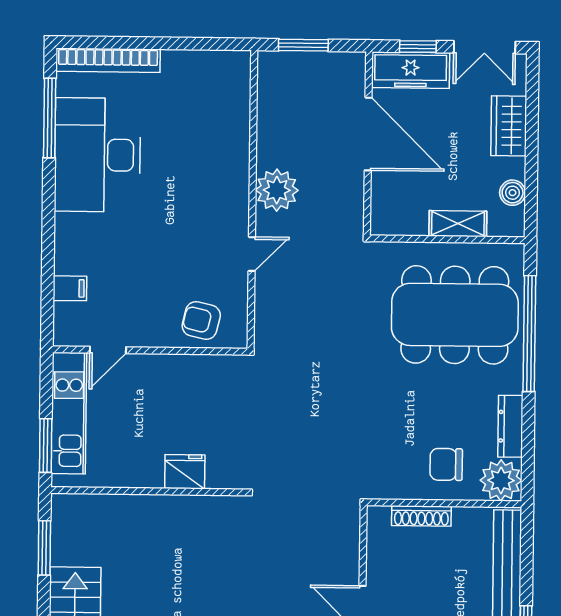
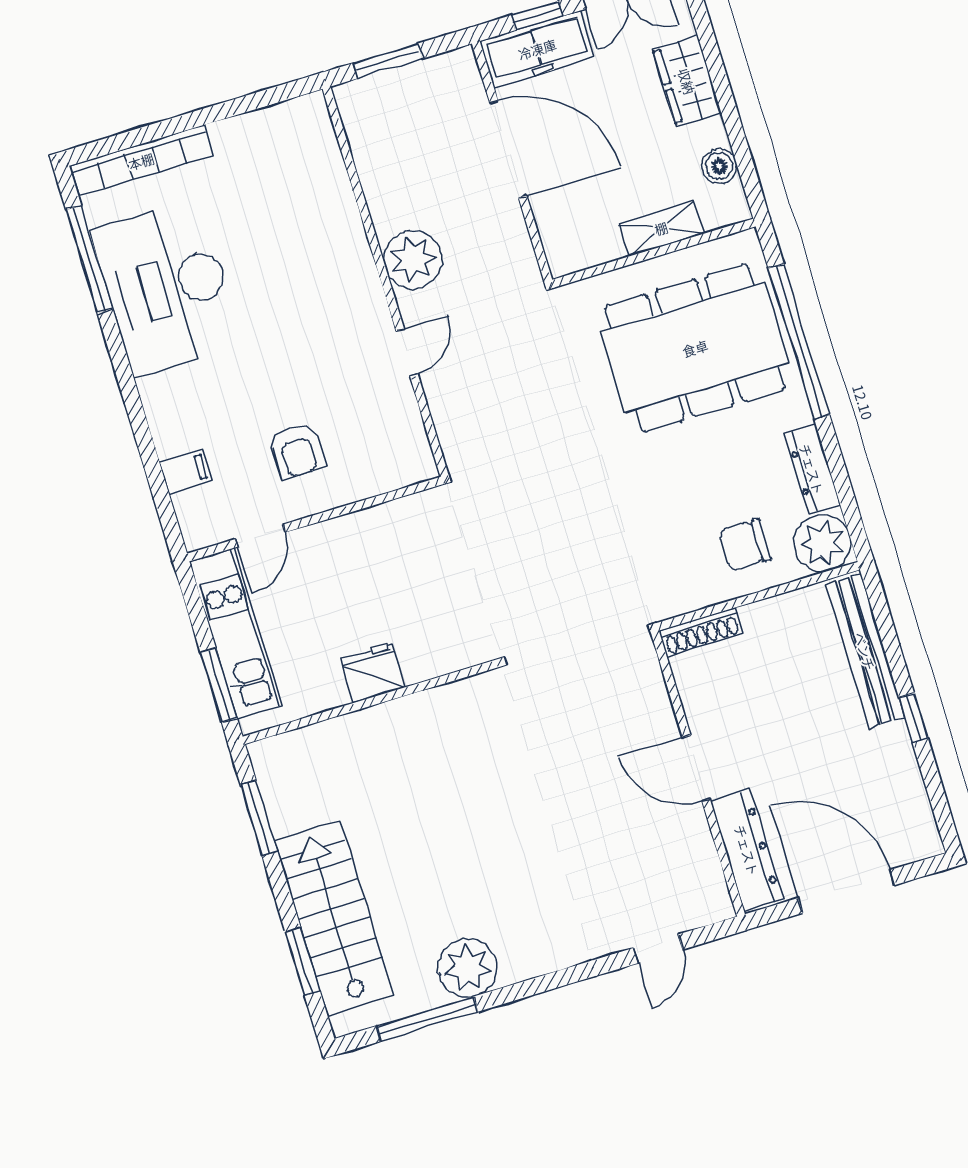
armchair: (201, 321) -> (297, 451), moved, turned -103
fridge: (185, 472) -> (372, 673), moved
shoe rack: (421, 516) -> (701, 632), moved

